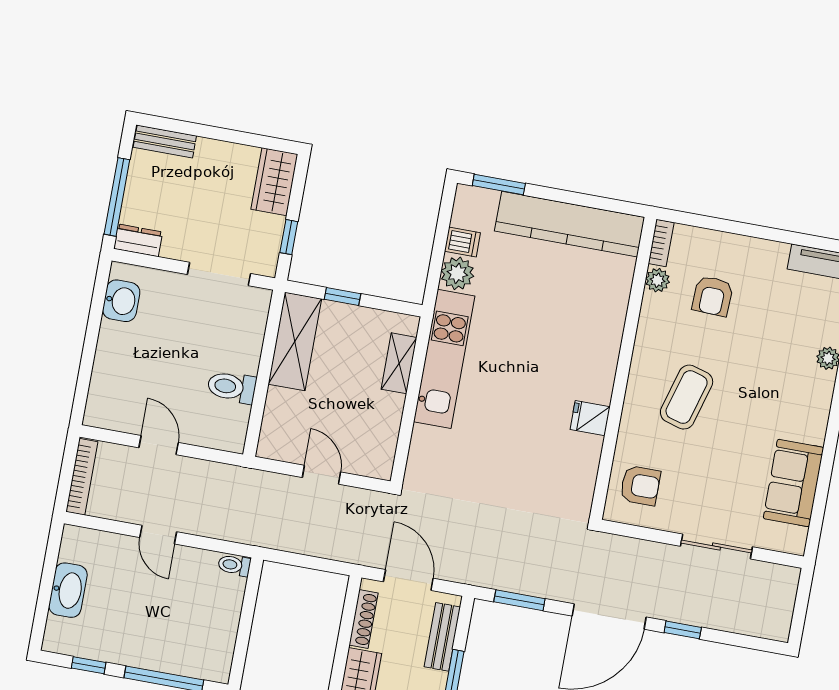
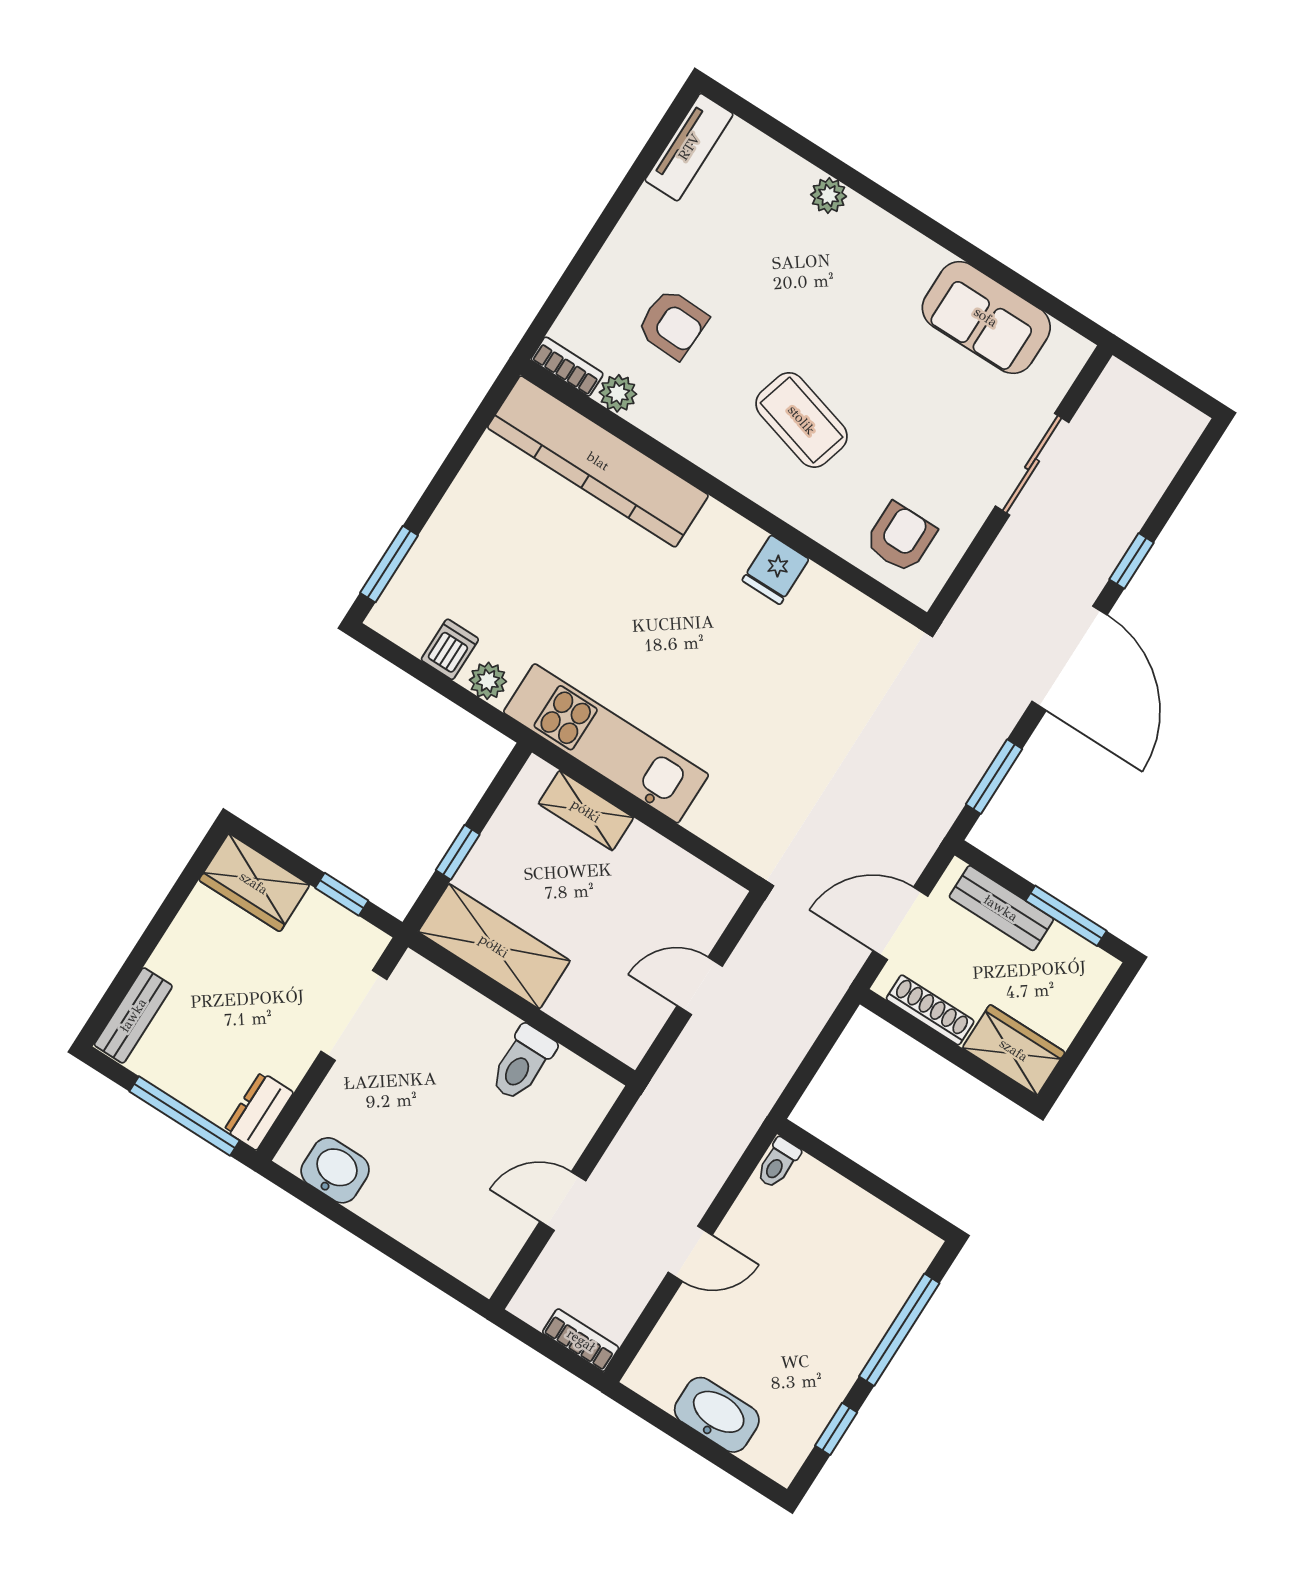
kitchen counter: (570, 224) -> (598, 461), moved, turned 90
plant: (457, 273) -> (488, 681), width x0.73, depth x0.73
bookcase: (82, 477) -> (581, 1340), width x0.64

